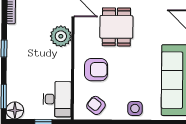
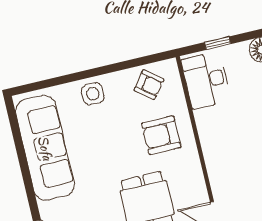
plant: (61, 36) -> (222, 170), removed

